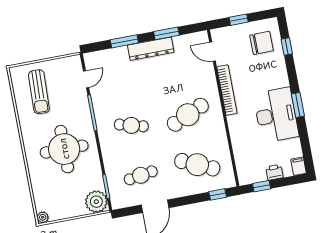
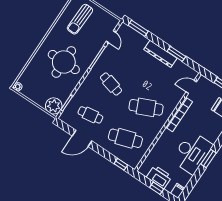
window: (124, 41) -> (138, 28), moved
door: (212, 52) -> (191, 87), hinge flipped
door: (86, 79) -> (111, 37), hinge flipped
cafe table: (197, 165) -> (125, 138), turned -42
printer: (274, 172) -> (159, 177), width x1.87, depth x1.48
window: (262, 186) -> (157, 188), moved

